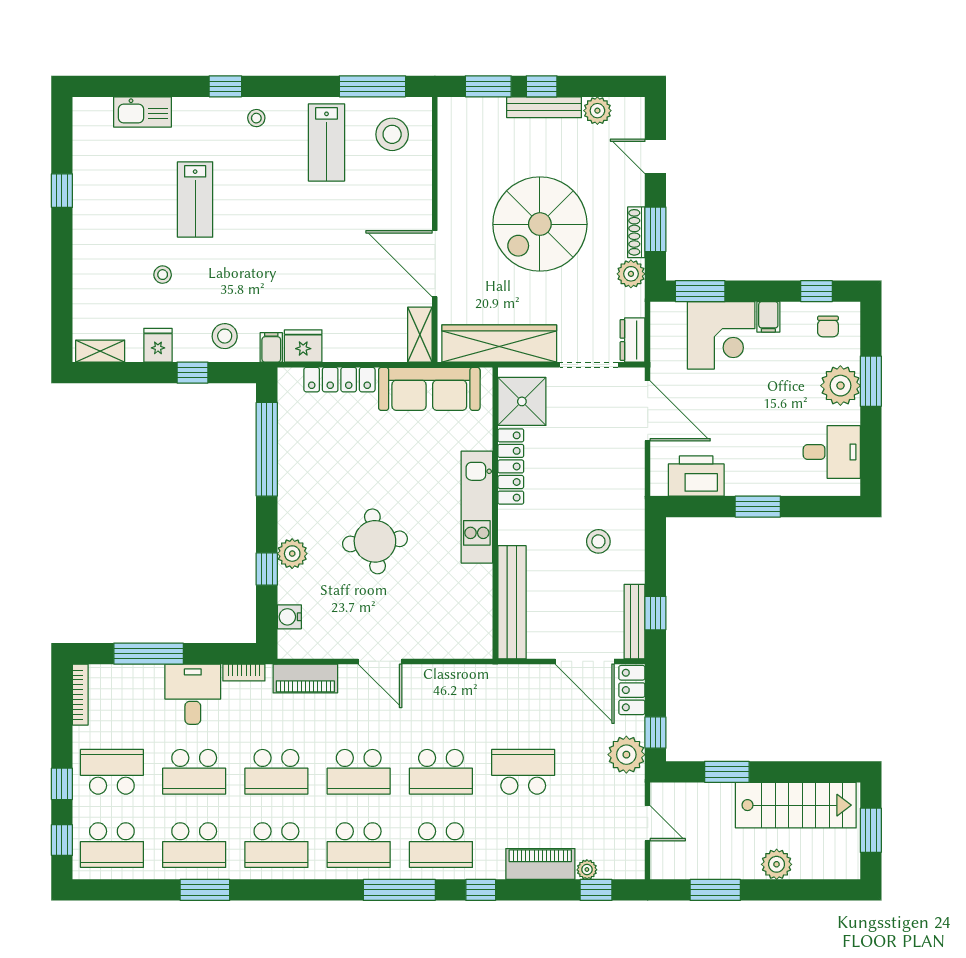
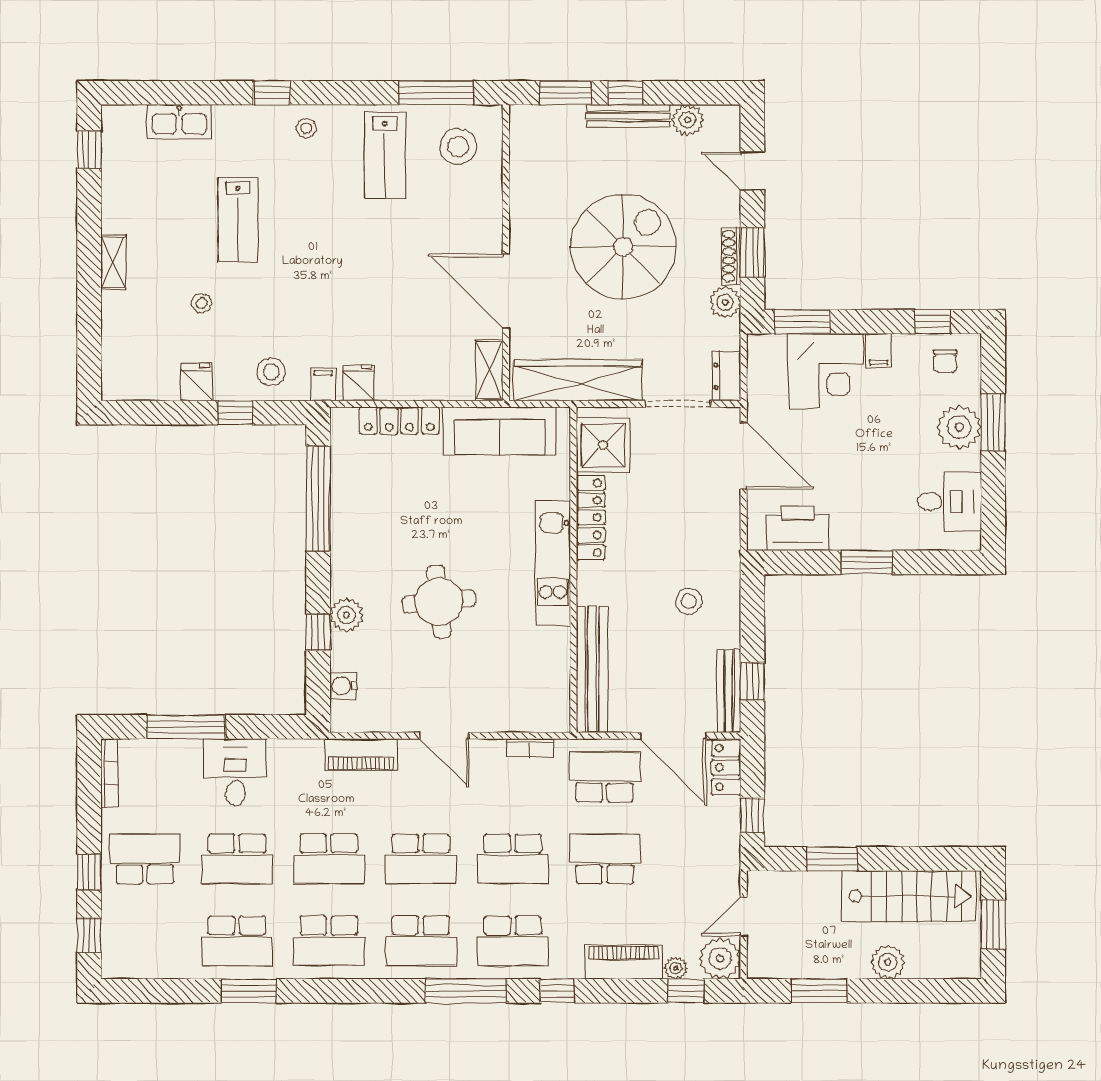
window: (62, 191) -> (89, 150), moved
spiral stairs: (540, 224) -> (623, 247), turned 180
fridge: (303, 346) -> (359, 383), width x0.72
shelving: (100, 351) -> (113, 262), moved, turned 90
bookcase: (244, 673) -> (529, 748), moved
plant: (626, 755) -> (720, 958), moved
door: (648, 823) -> (744, 916), swing flipped
school desk: (112, 845) -> (605, 777), moved, turned 180

